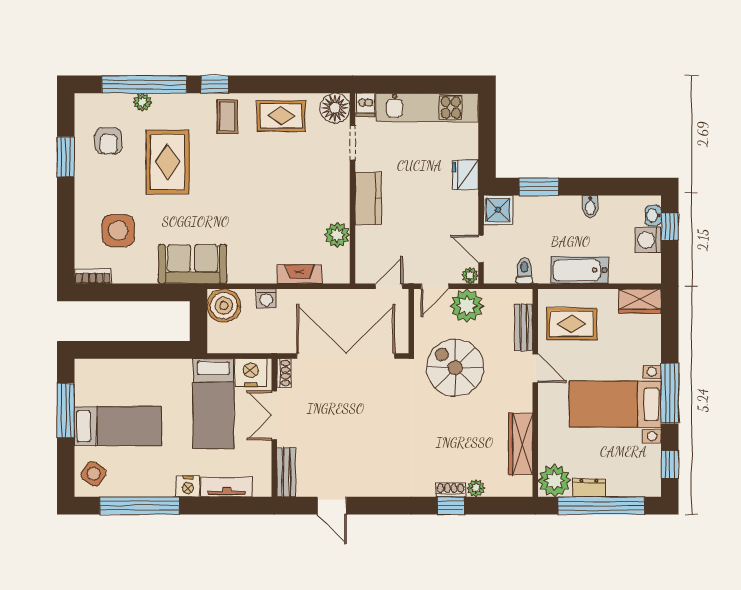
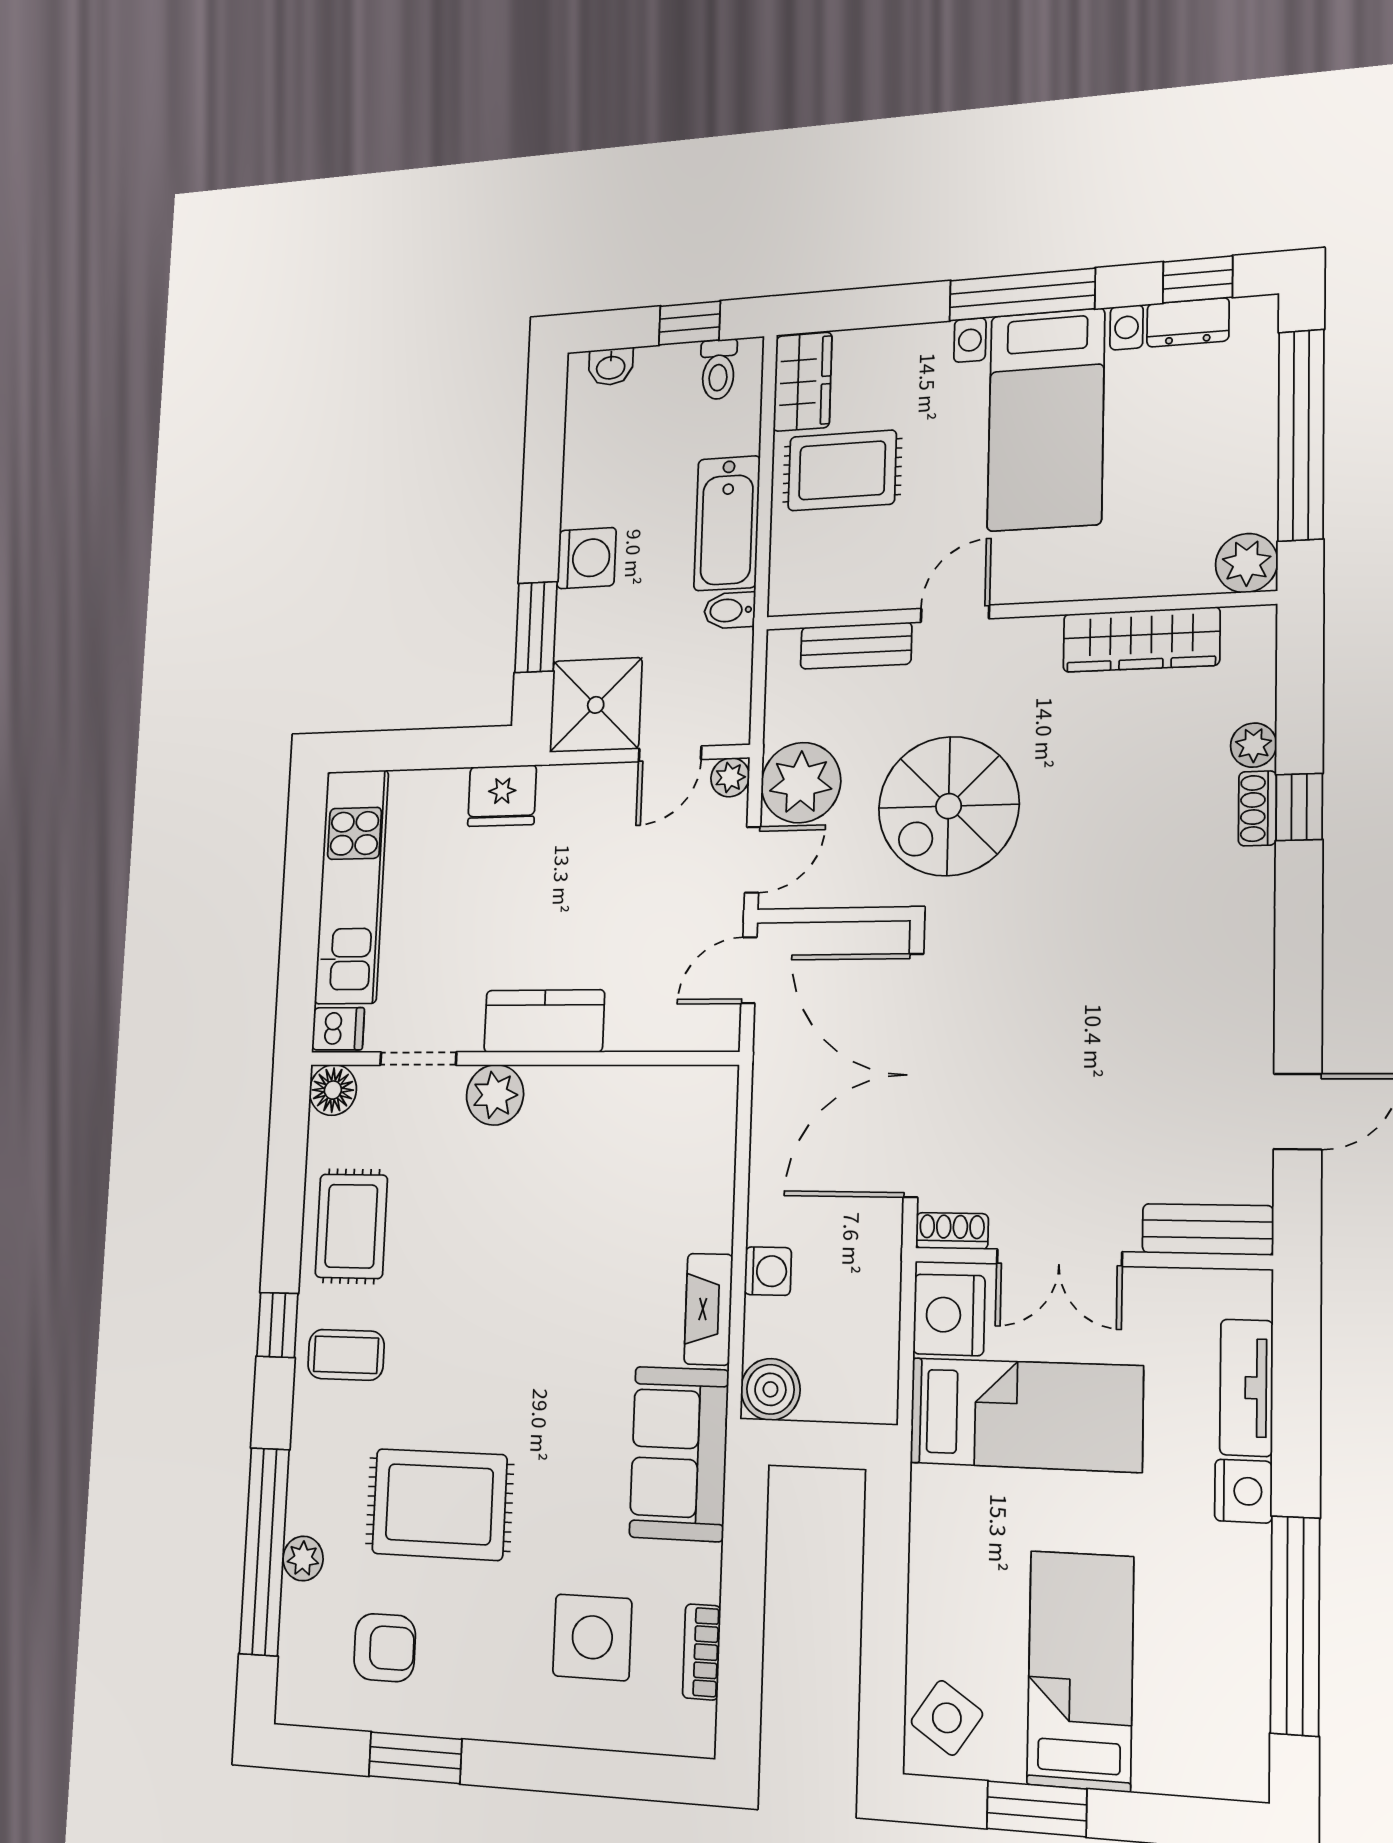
window: (215, 84) -> (277, 1325), moved
floor lamp: (335, 108) -> (333, 1090), width x0.73, depth x0.73
bidet: (590, 206) -> (730, 610), moved, turned 180
shower: (498, 210) -> (596, 705), width x1.36, depth x1.36
window: (670, 227) -> (690, 323), moved
plant: (337, 235) -> (495, 1095), moved
washing machine: (648, 240) -> (587, 558), moved, turned -90
toilet: (524, 271) -> (718, 369), moved, turned -90
fireplace: (300, 274) -> (708, 1309), moved
bookcase: (93, 276) -> (702, 1652), moved
door: (389, 286) -> (749, 970), hinge flipped
door: (435, 286) -> (753, 860), hinge flipped
boiler: (224, 306) -> (770, 1389), width x0.73, depth x0.73
rug: (572, 324) -> (842, 470), moved, turned 90
window: (66, 411) -> (1037, 1809), width x0.69
side table: (94, 474) -> (947, 1718), moved
plant: (554, 481) -> (1247, 563), width x0.73, depth x0.73
dresser: (589, 488) -> (1188, 322), moved, turned -90

